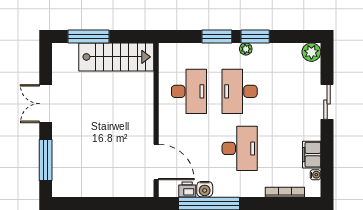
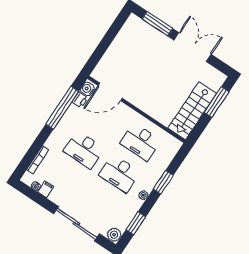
window: (255, 36) -> (136, 223), moved
desk: (240, 91) -> (119, 173), turned 180
sliding door: (327, 102) -> (76, 224), width x1.86
double door: (46, 104) -> (193, 47), width x1.37
filing cabinet: (312, 155) -> (46, 189), width x0.50
water cooler: (205, 189) -> (87, 89), moved

